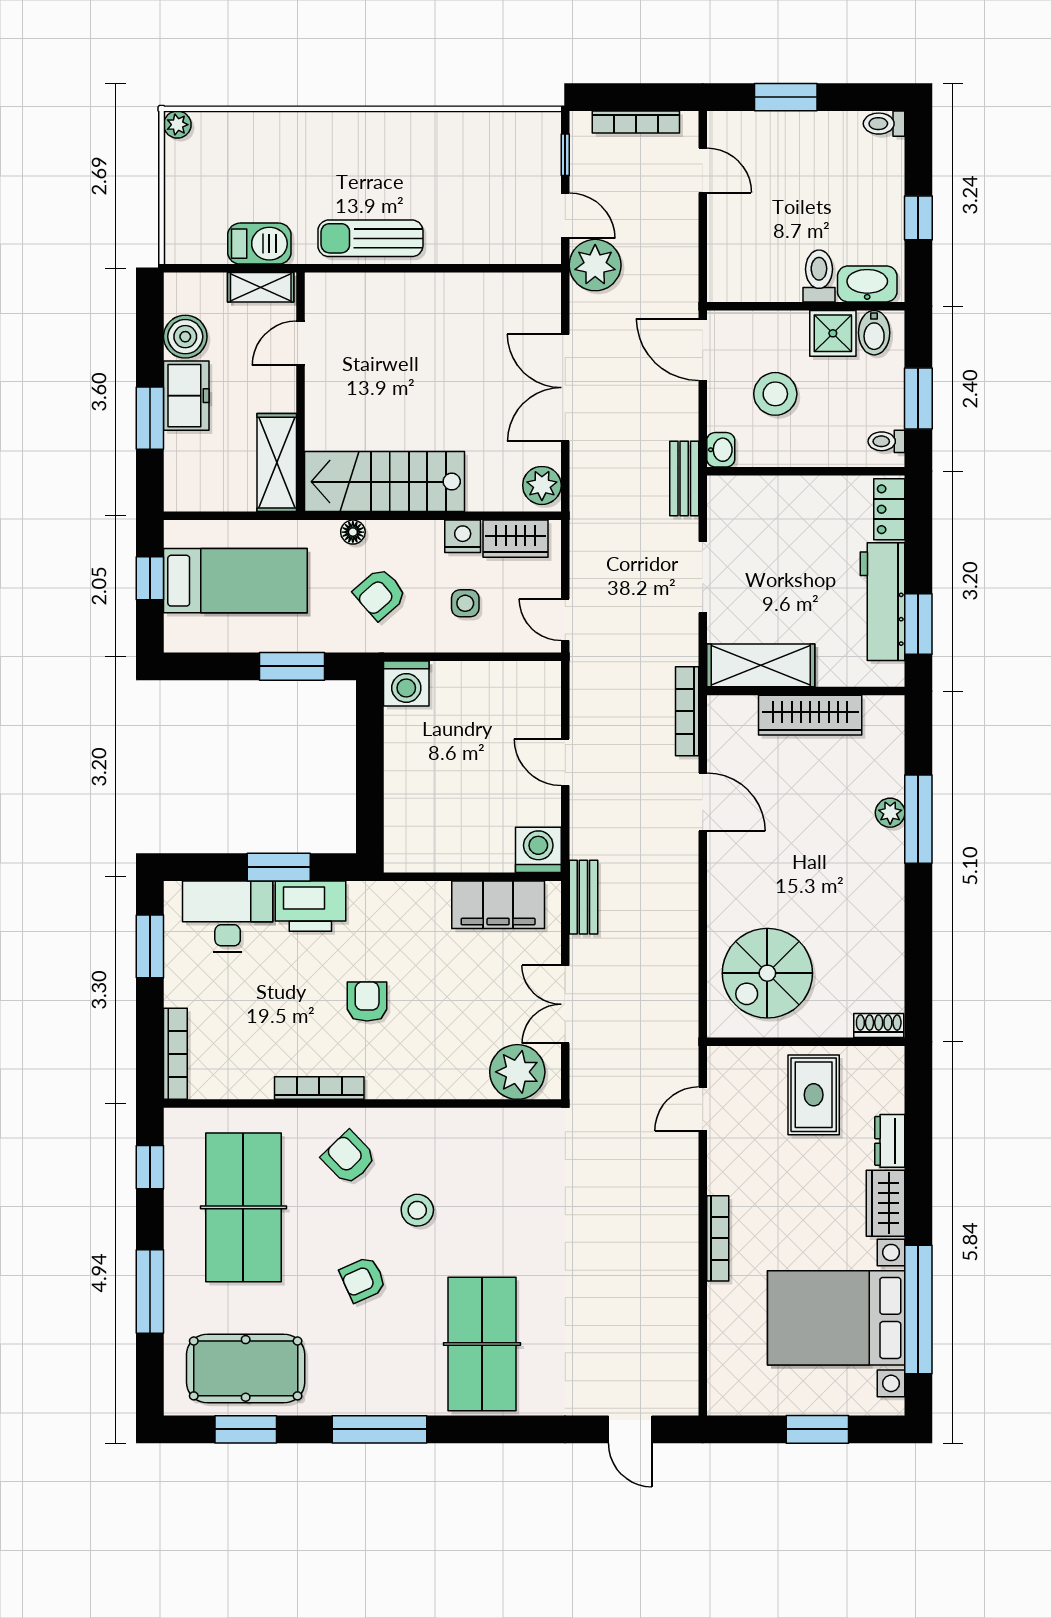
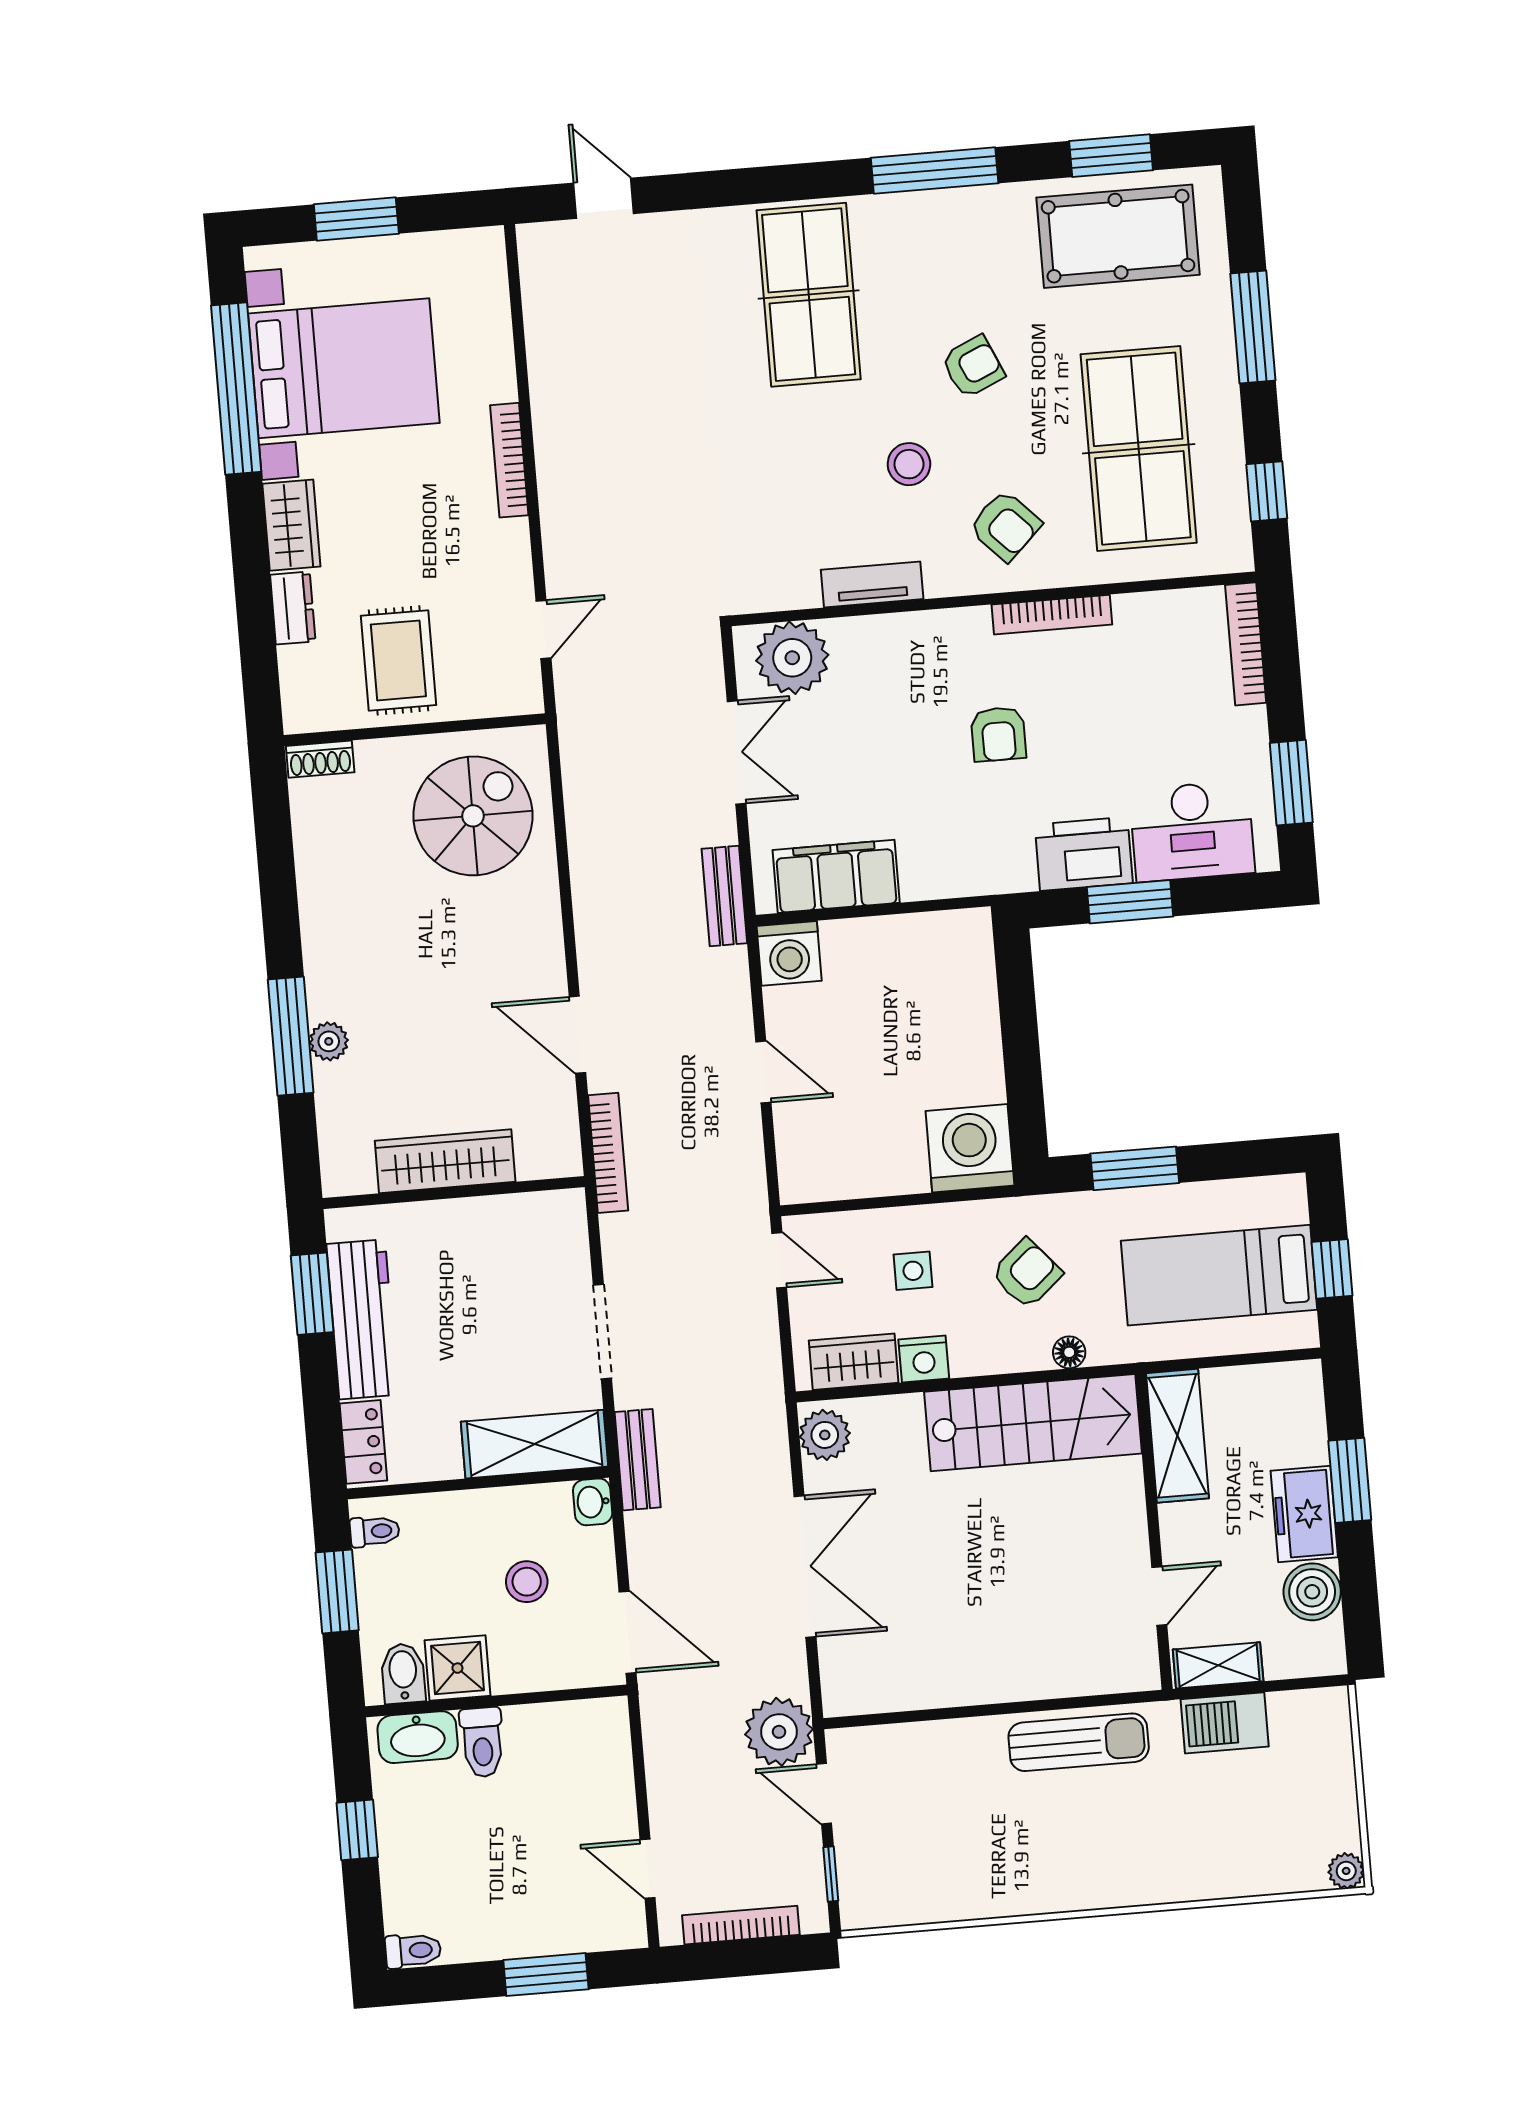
stool: (775, 394) -> (527, 1582), width x0.73, depth x0.73
shelving: (761, 665) -> (535, 1444), moved
washing machine: (406, 683) -> (970, 1148), width x1.37, depth x1.37
tv unit: (453, 1122) -> (872, 584), added

